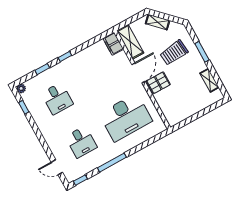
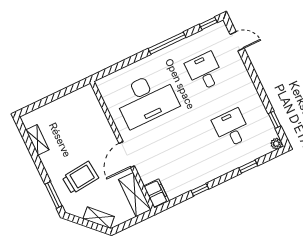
window: (202, 52) -> (53, 195), moved
window: (65, 57) -> (200, 190), moved
pallet: (158, 83) -> (102, 141), removed
desk: (126, 117) -> (146, 99), turned 180

